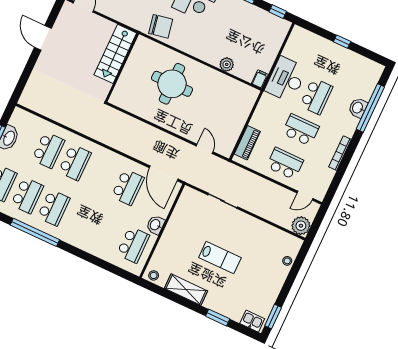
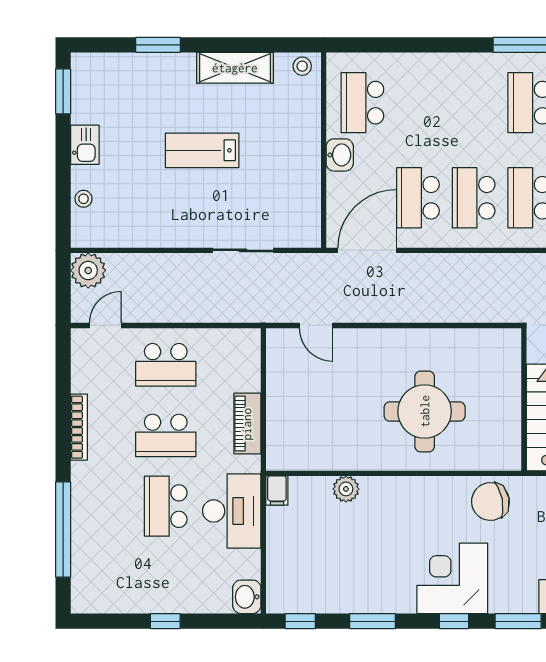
washbasin: (358, 108) -> (247, 597), moved, turned 180
piano: (247, 143) -> (247, 424), moved
door: (164, 173) -> (367, 250), hinge flipped
school desk: (101, 175) -> (474, 198), added
kitchen sink: (252, 321) -> (85, 145), moved, turned -90

